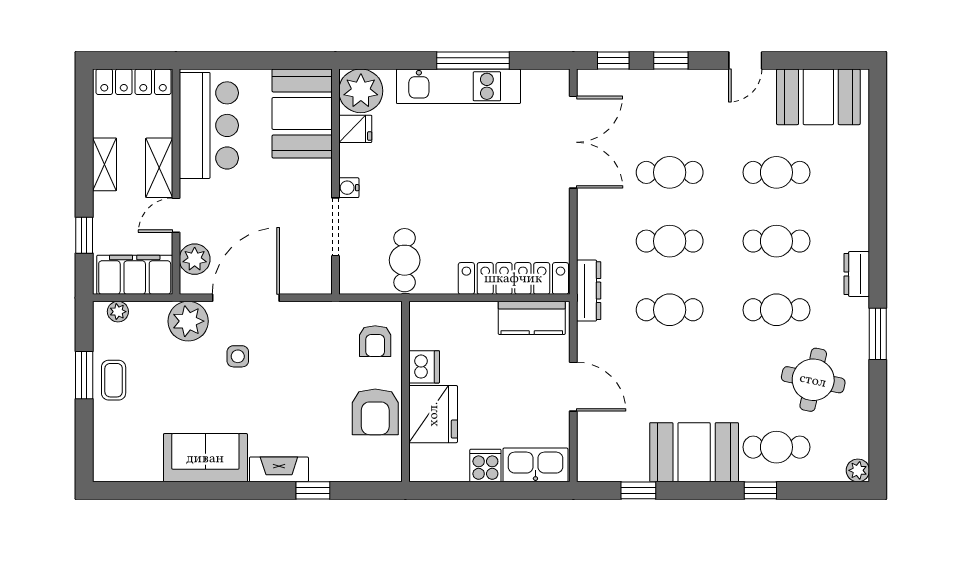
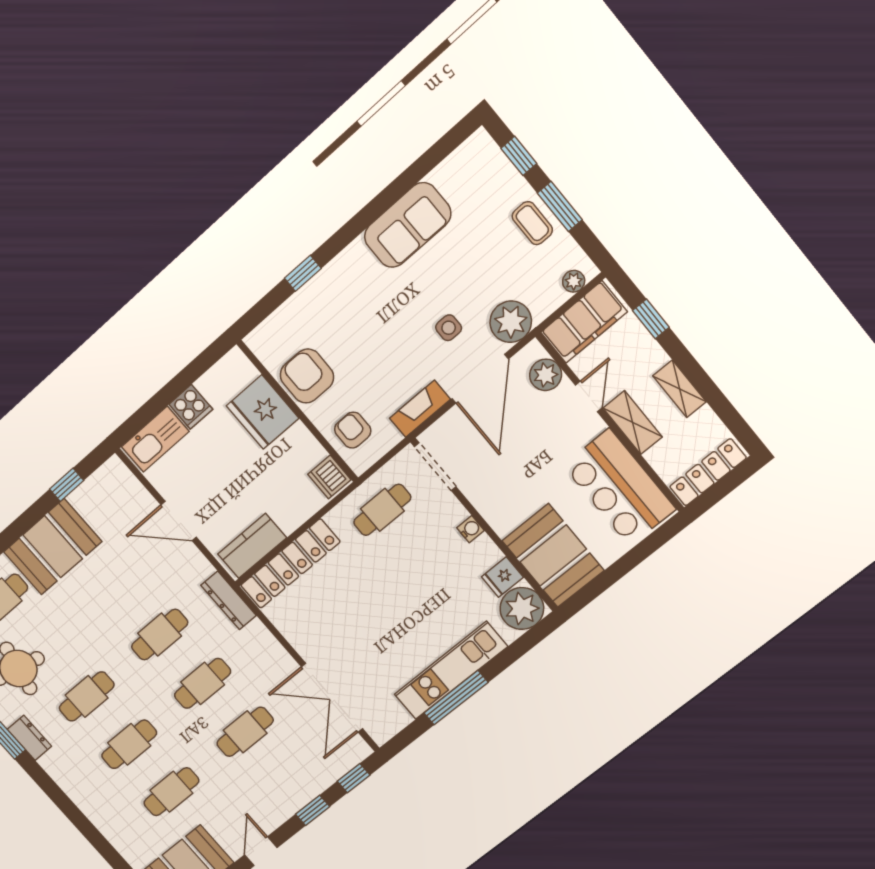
doorway: (335, 227) -> (435, 467), moved
cafe table: (405, 260) -> (382, 510), turned 90
dresser: (857, 274) -> (29, 738), moved
dishwasher: (424, 367) -> (329, 477), moved
window: (84, 437) -> (519, 156), added
fireplace: (279, 469) -> (420, 409), moved, turned 180

